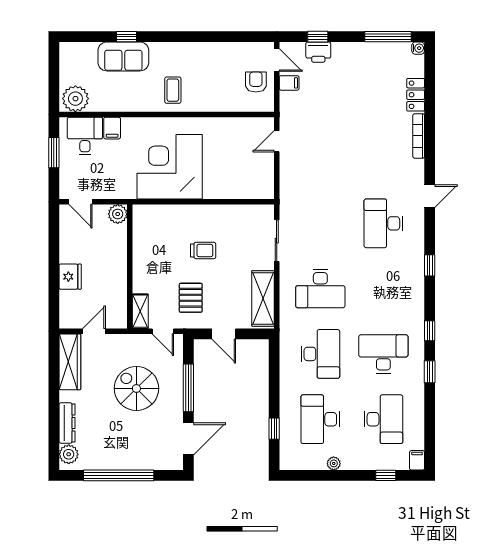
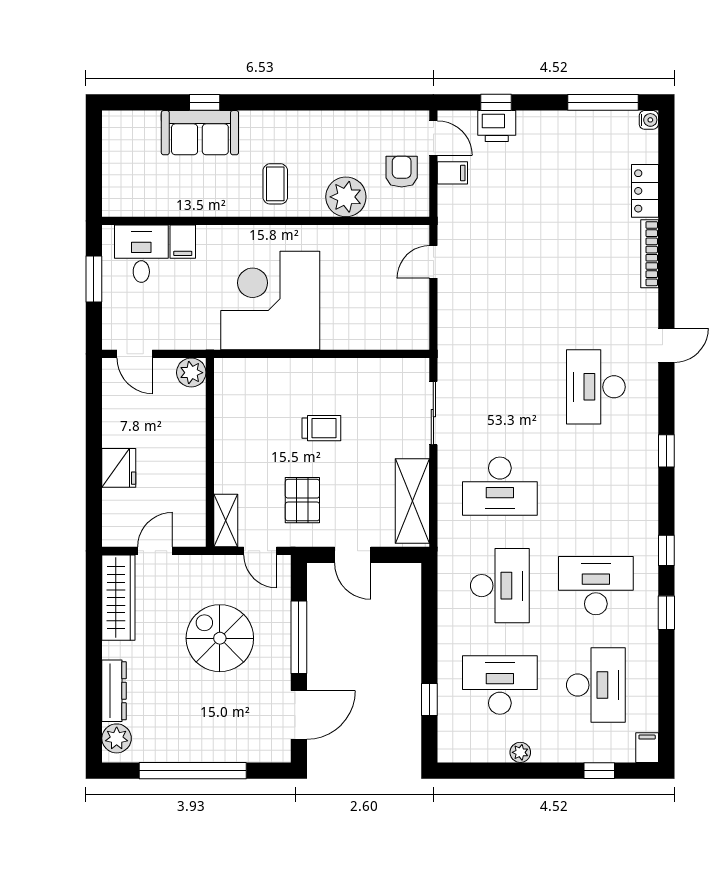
plant: (75, 99) -> (346, 197), moved
desk: (320, 419) -> (500, 685), turned 90

